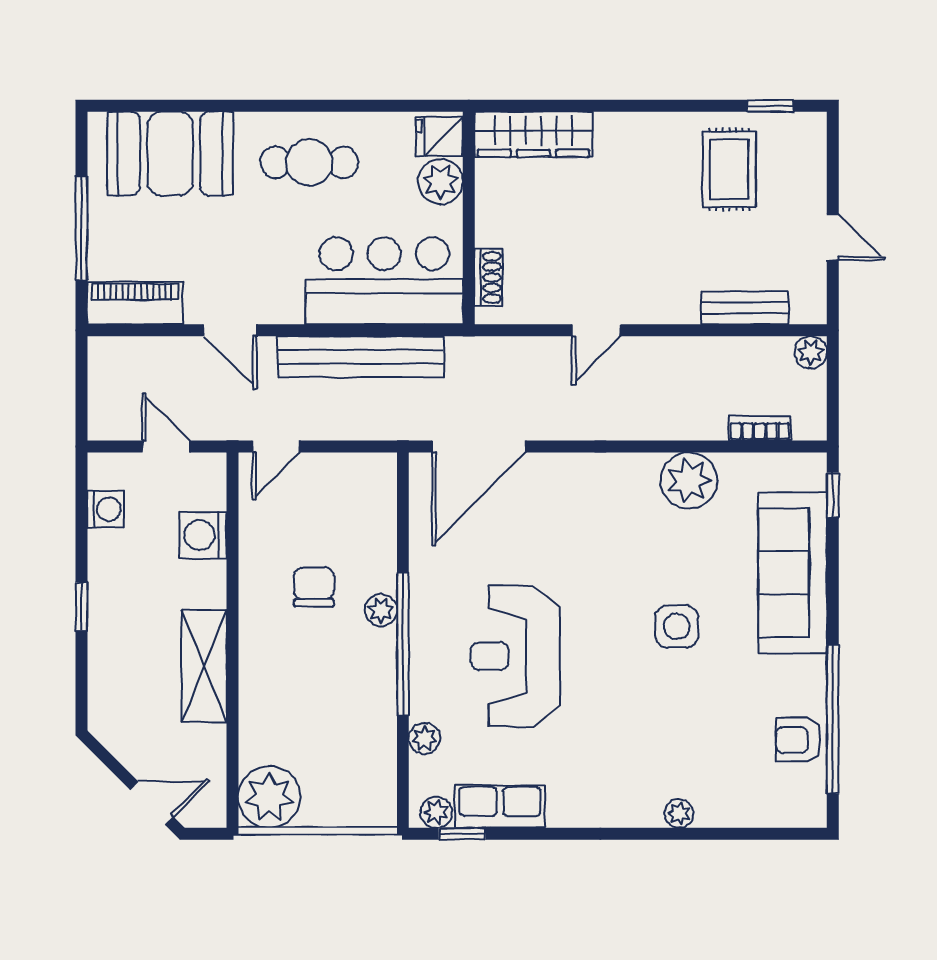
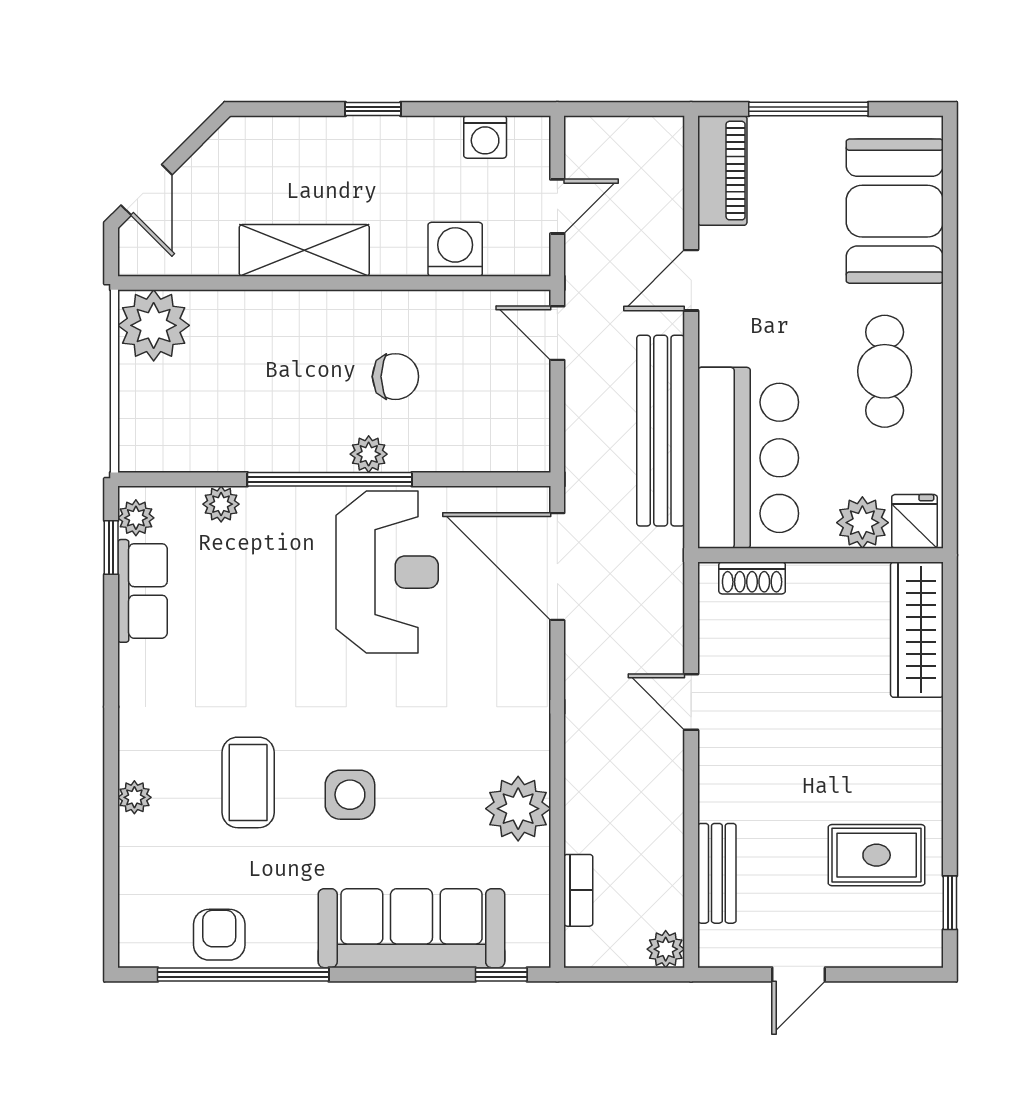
reception desk: (515, 656) -> (387, 572), moved, turned 90
coffee table: (666, 715) -> (248, 782), added

